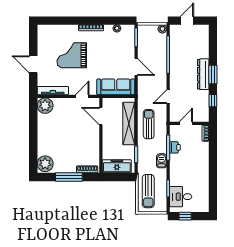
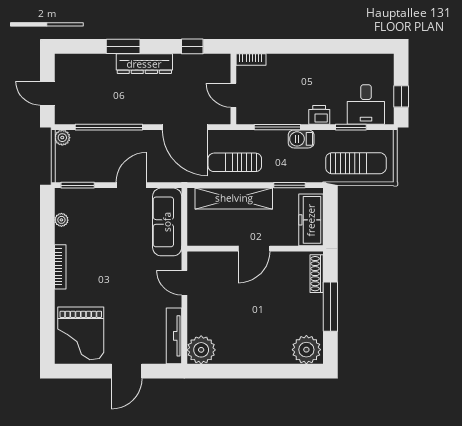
grand piano: (72, 55) -> (81, 333), moved
window: (213, 74) -> (123, 46), moved
door: (168, 97) -> (185, 127), width x1.87
door: (101, 116) -> (254, 249), moved
printer: (175, 147) -> (319, 115), moved

